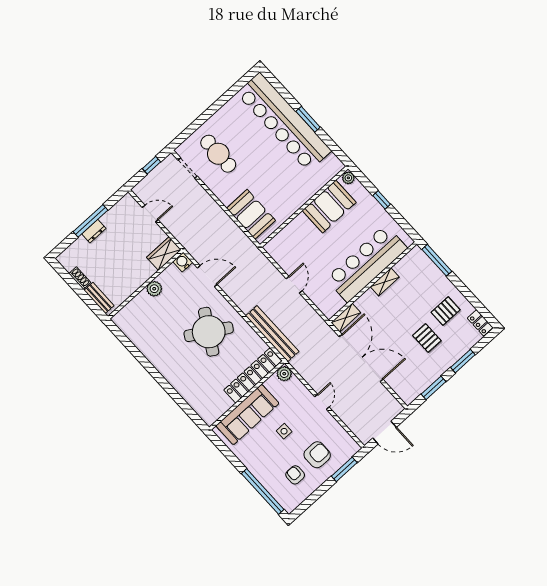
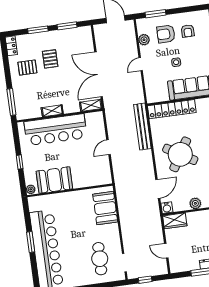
door: (207, 276) -> (158, 189), swing flipped
plant: (284, 374) -> (144, 40), moved

